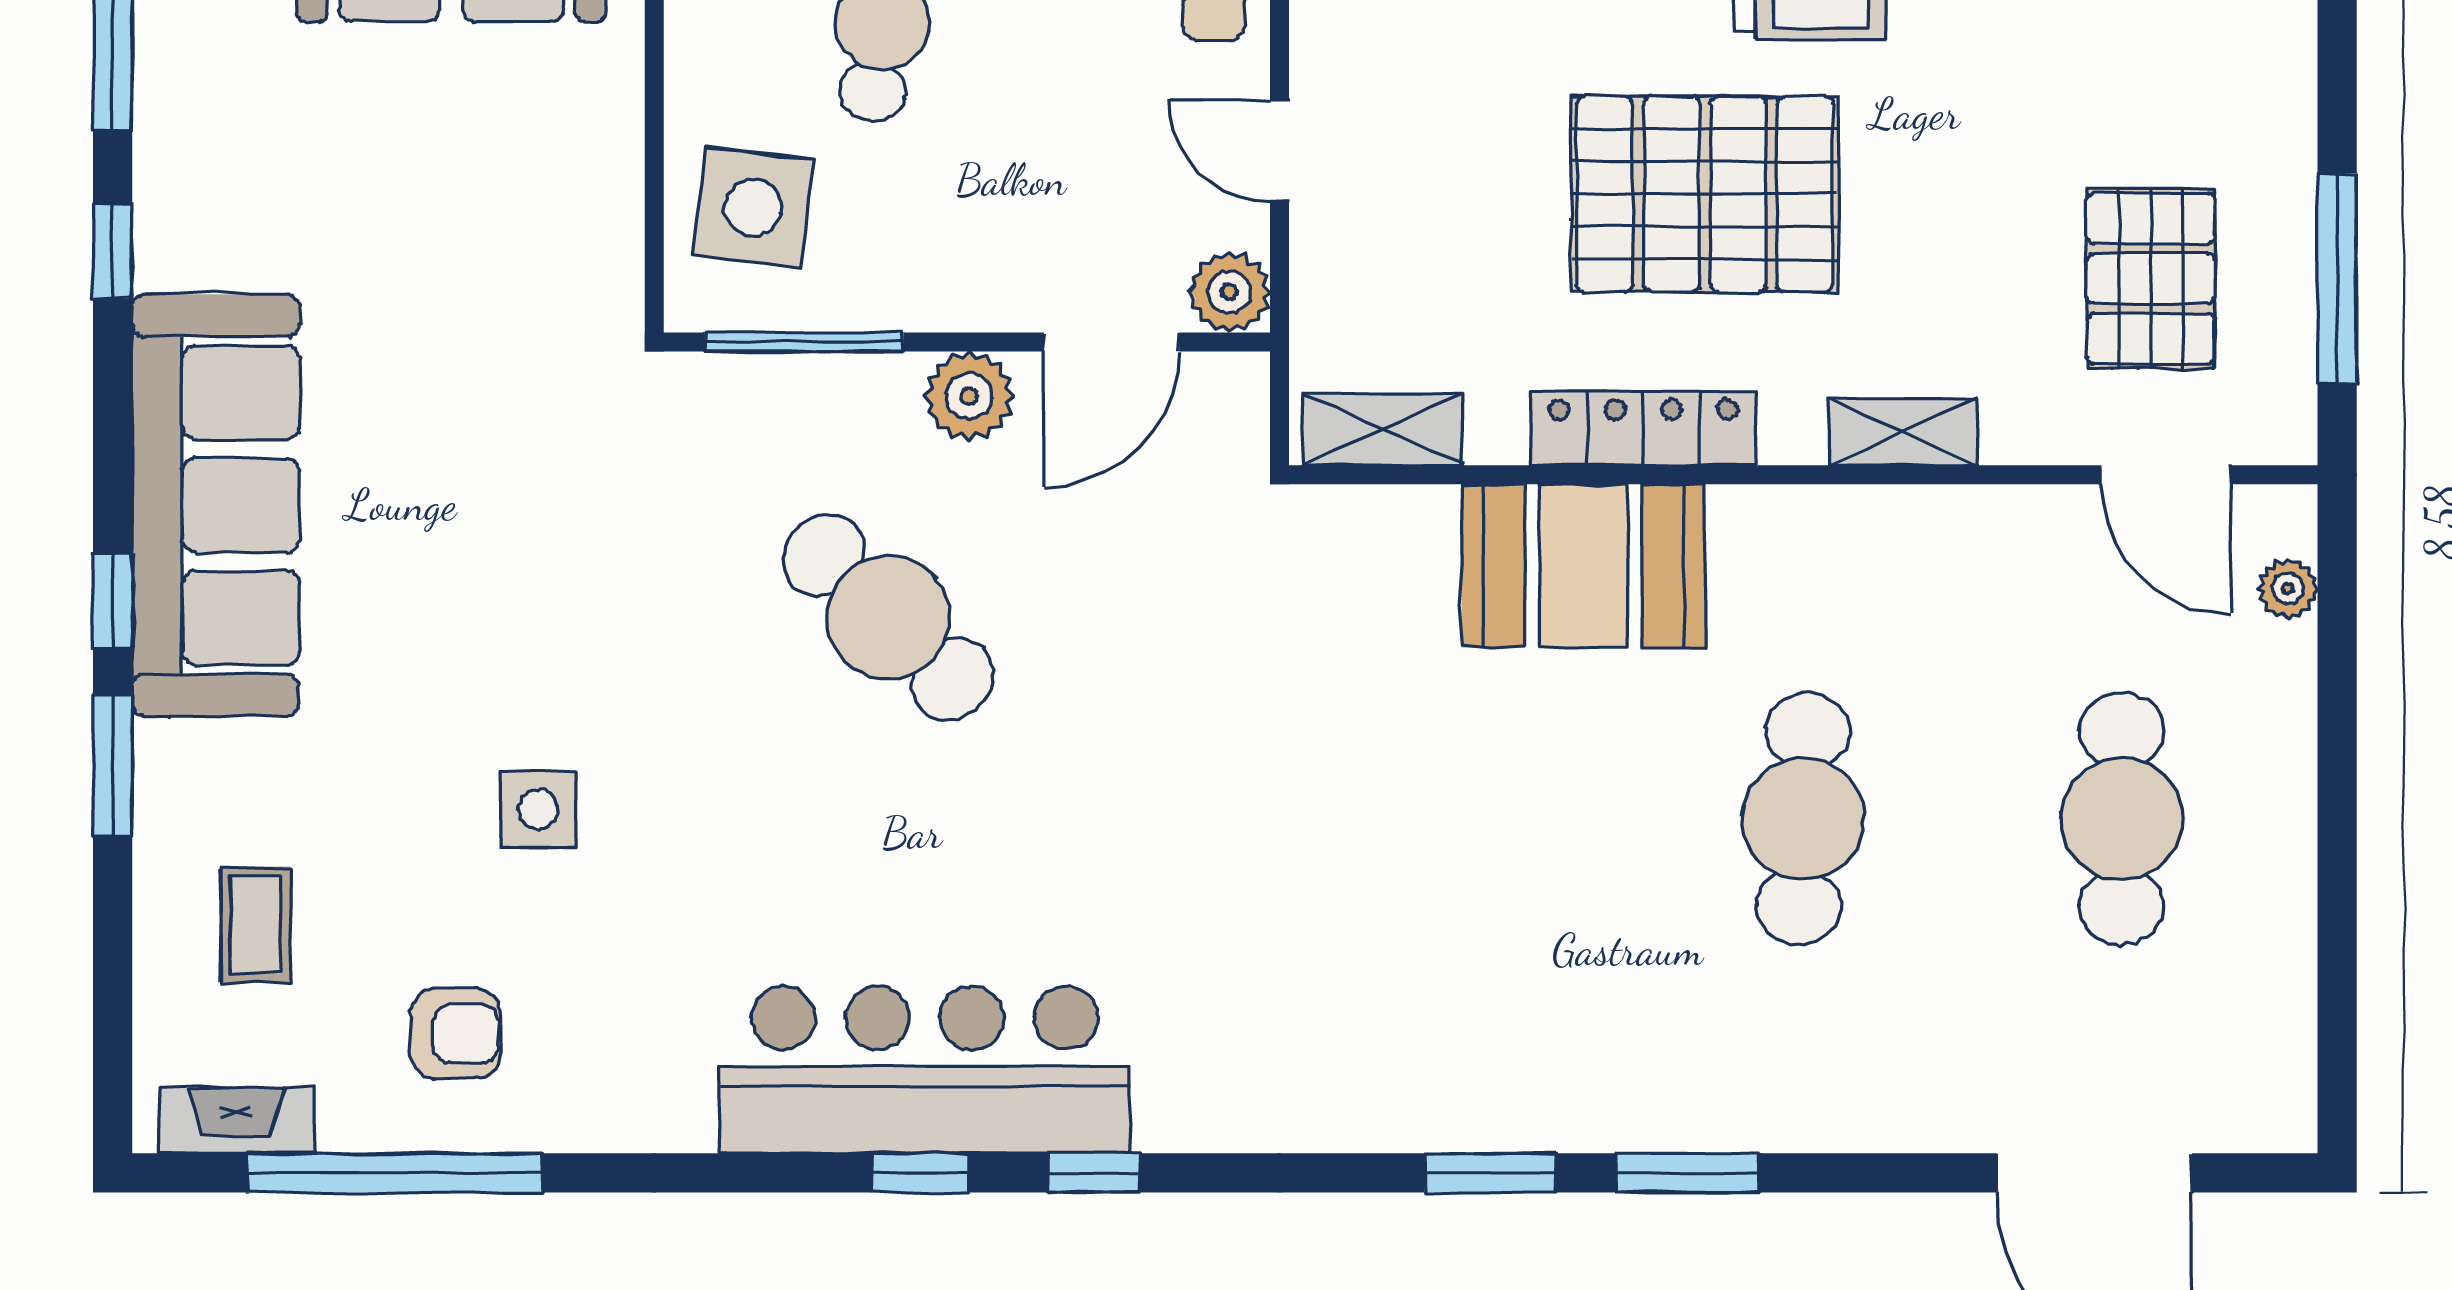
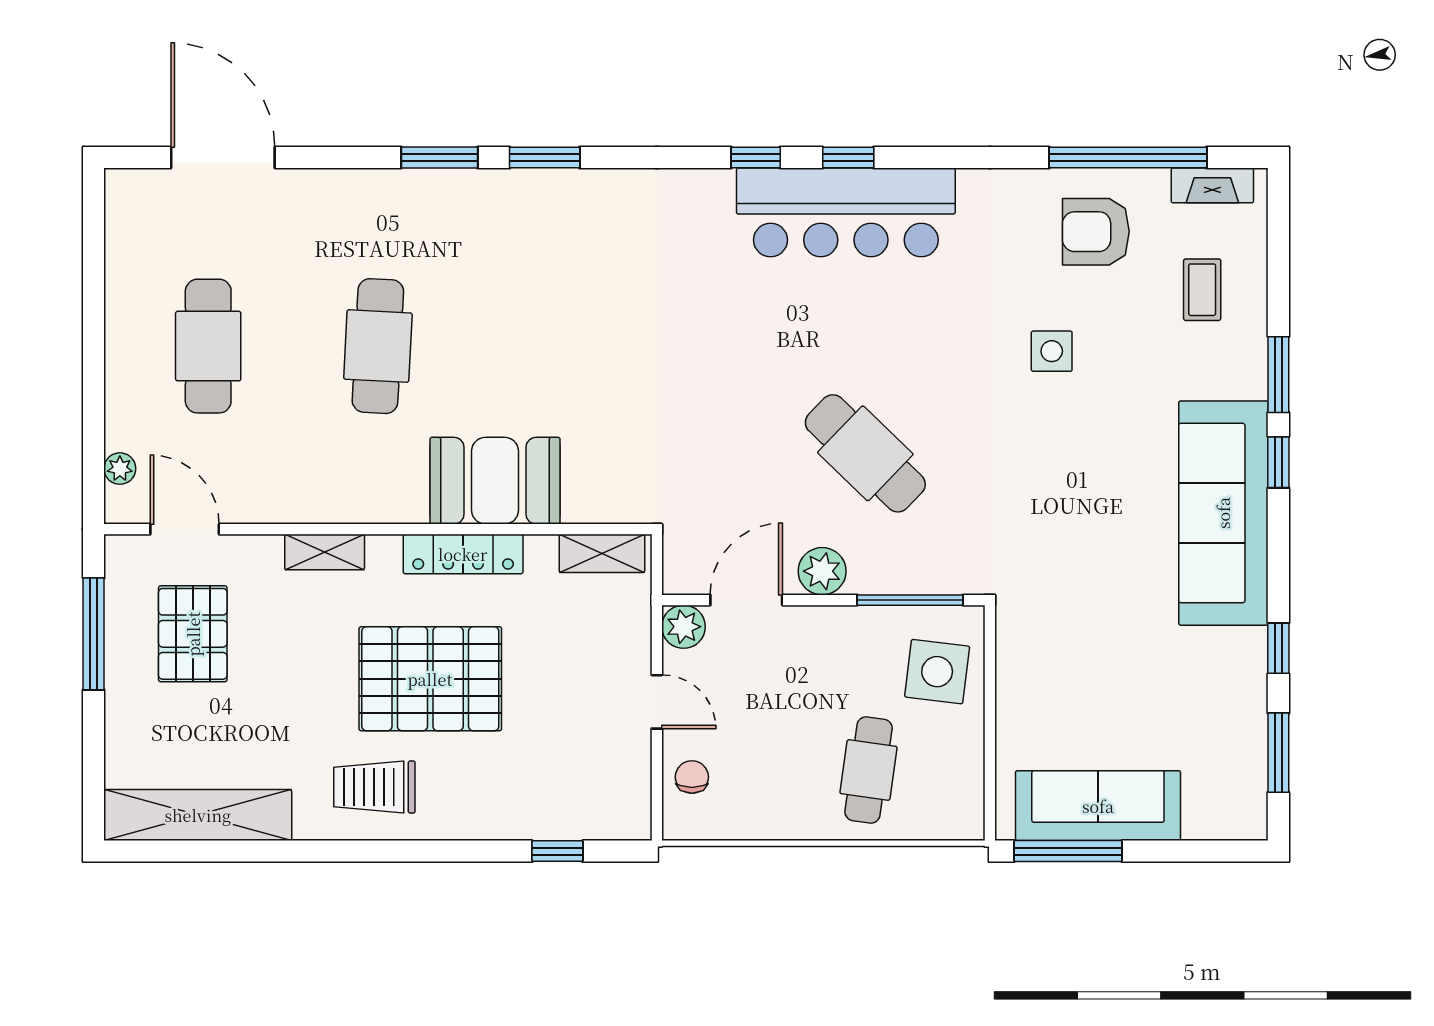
armchair: (455, 1034) -> (1096, 232), width x1.38, depth x1.38

